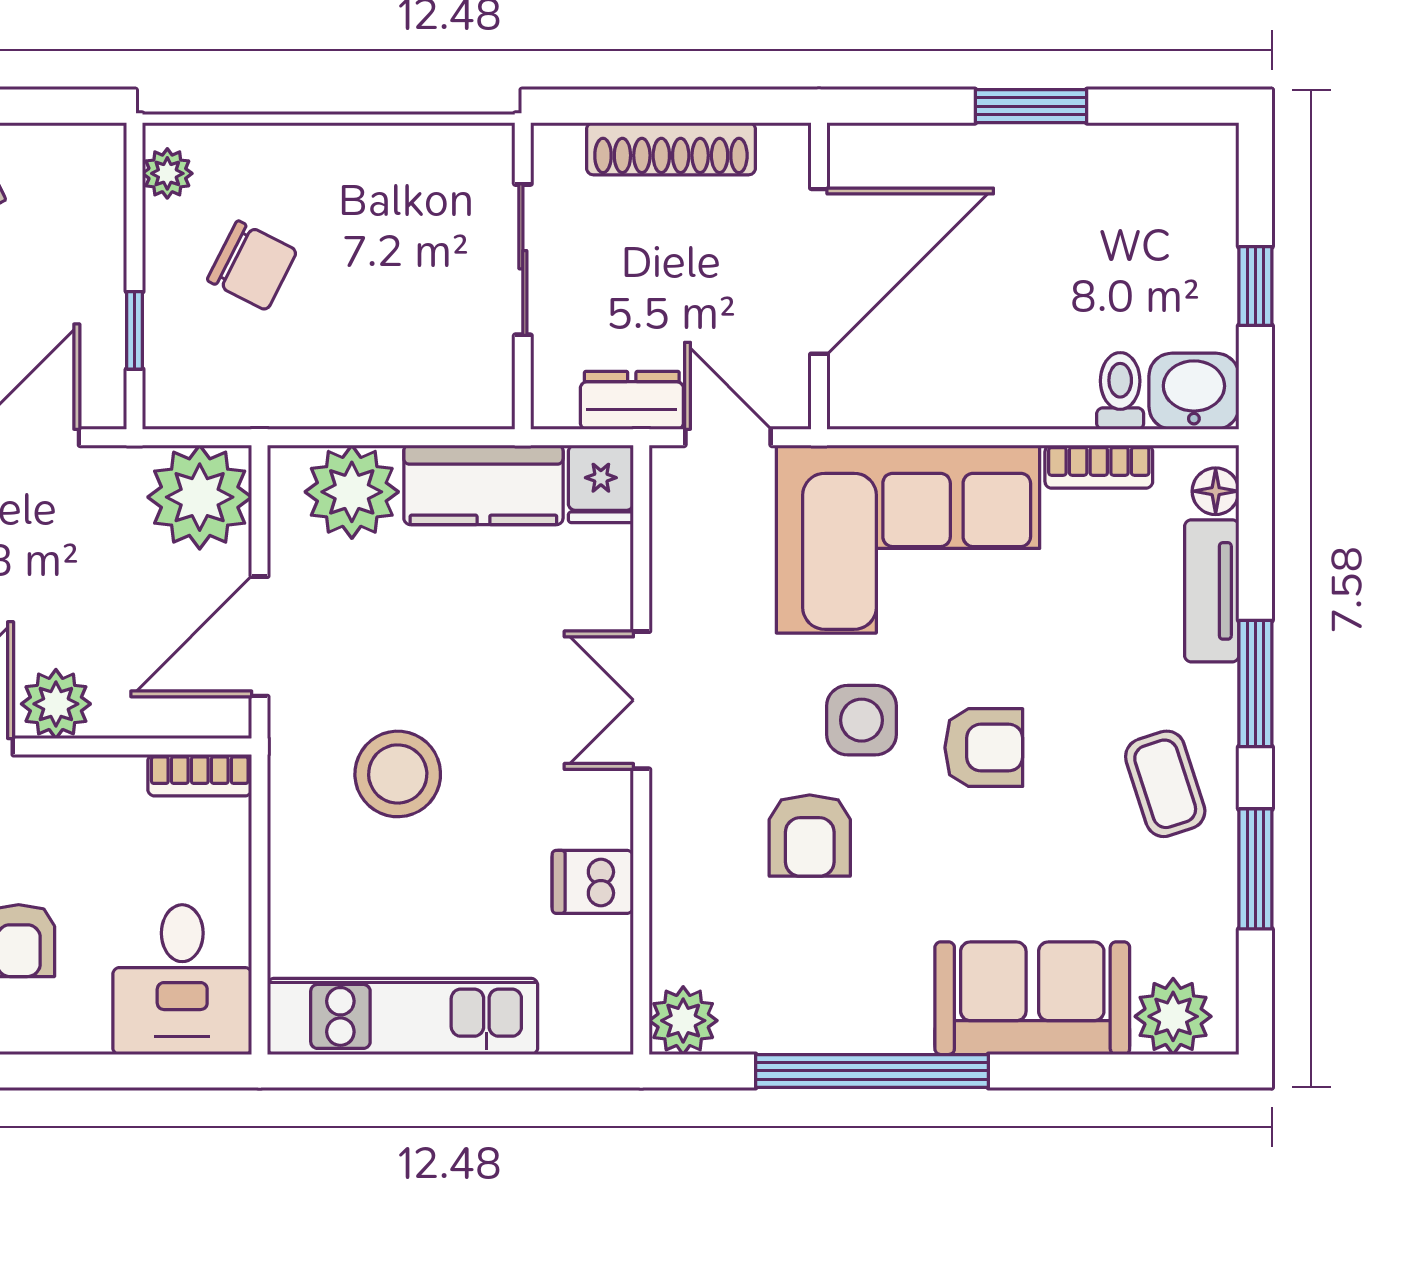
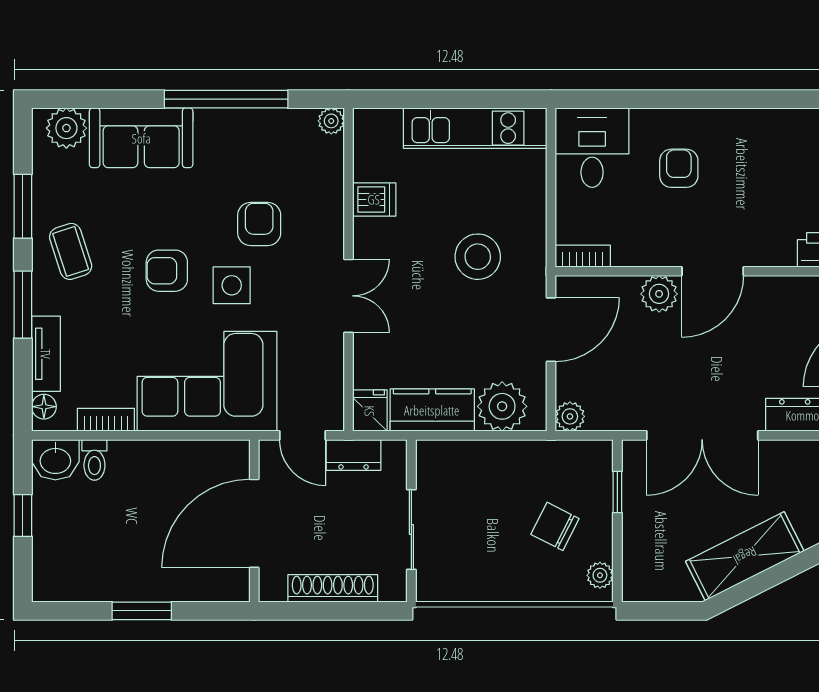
plant: (200, 497) -> (570, 416), width x0.53, depth x0.53
plant: (683, 1021) -> (331, 121), width x0.73, depth x0.73

